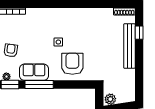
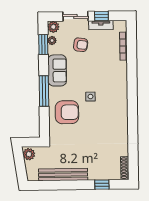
bench: (129, 46) -> (63, 175), moved
window: (39, 85) -> (44, 91), moved

